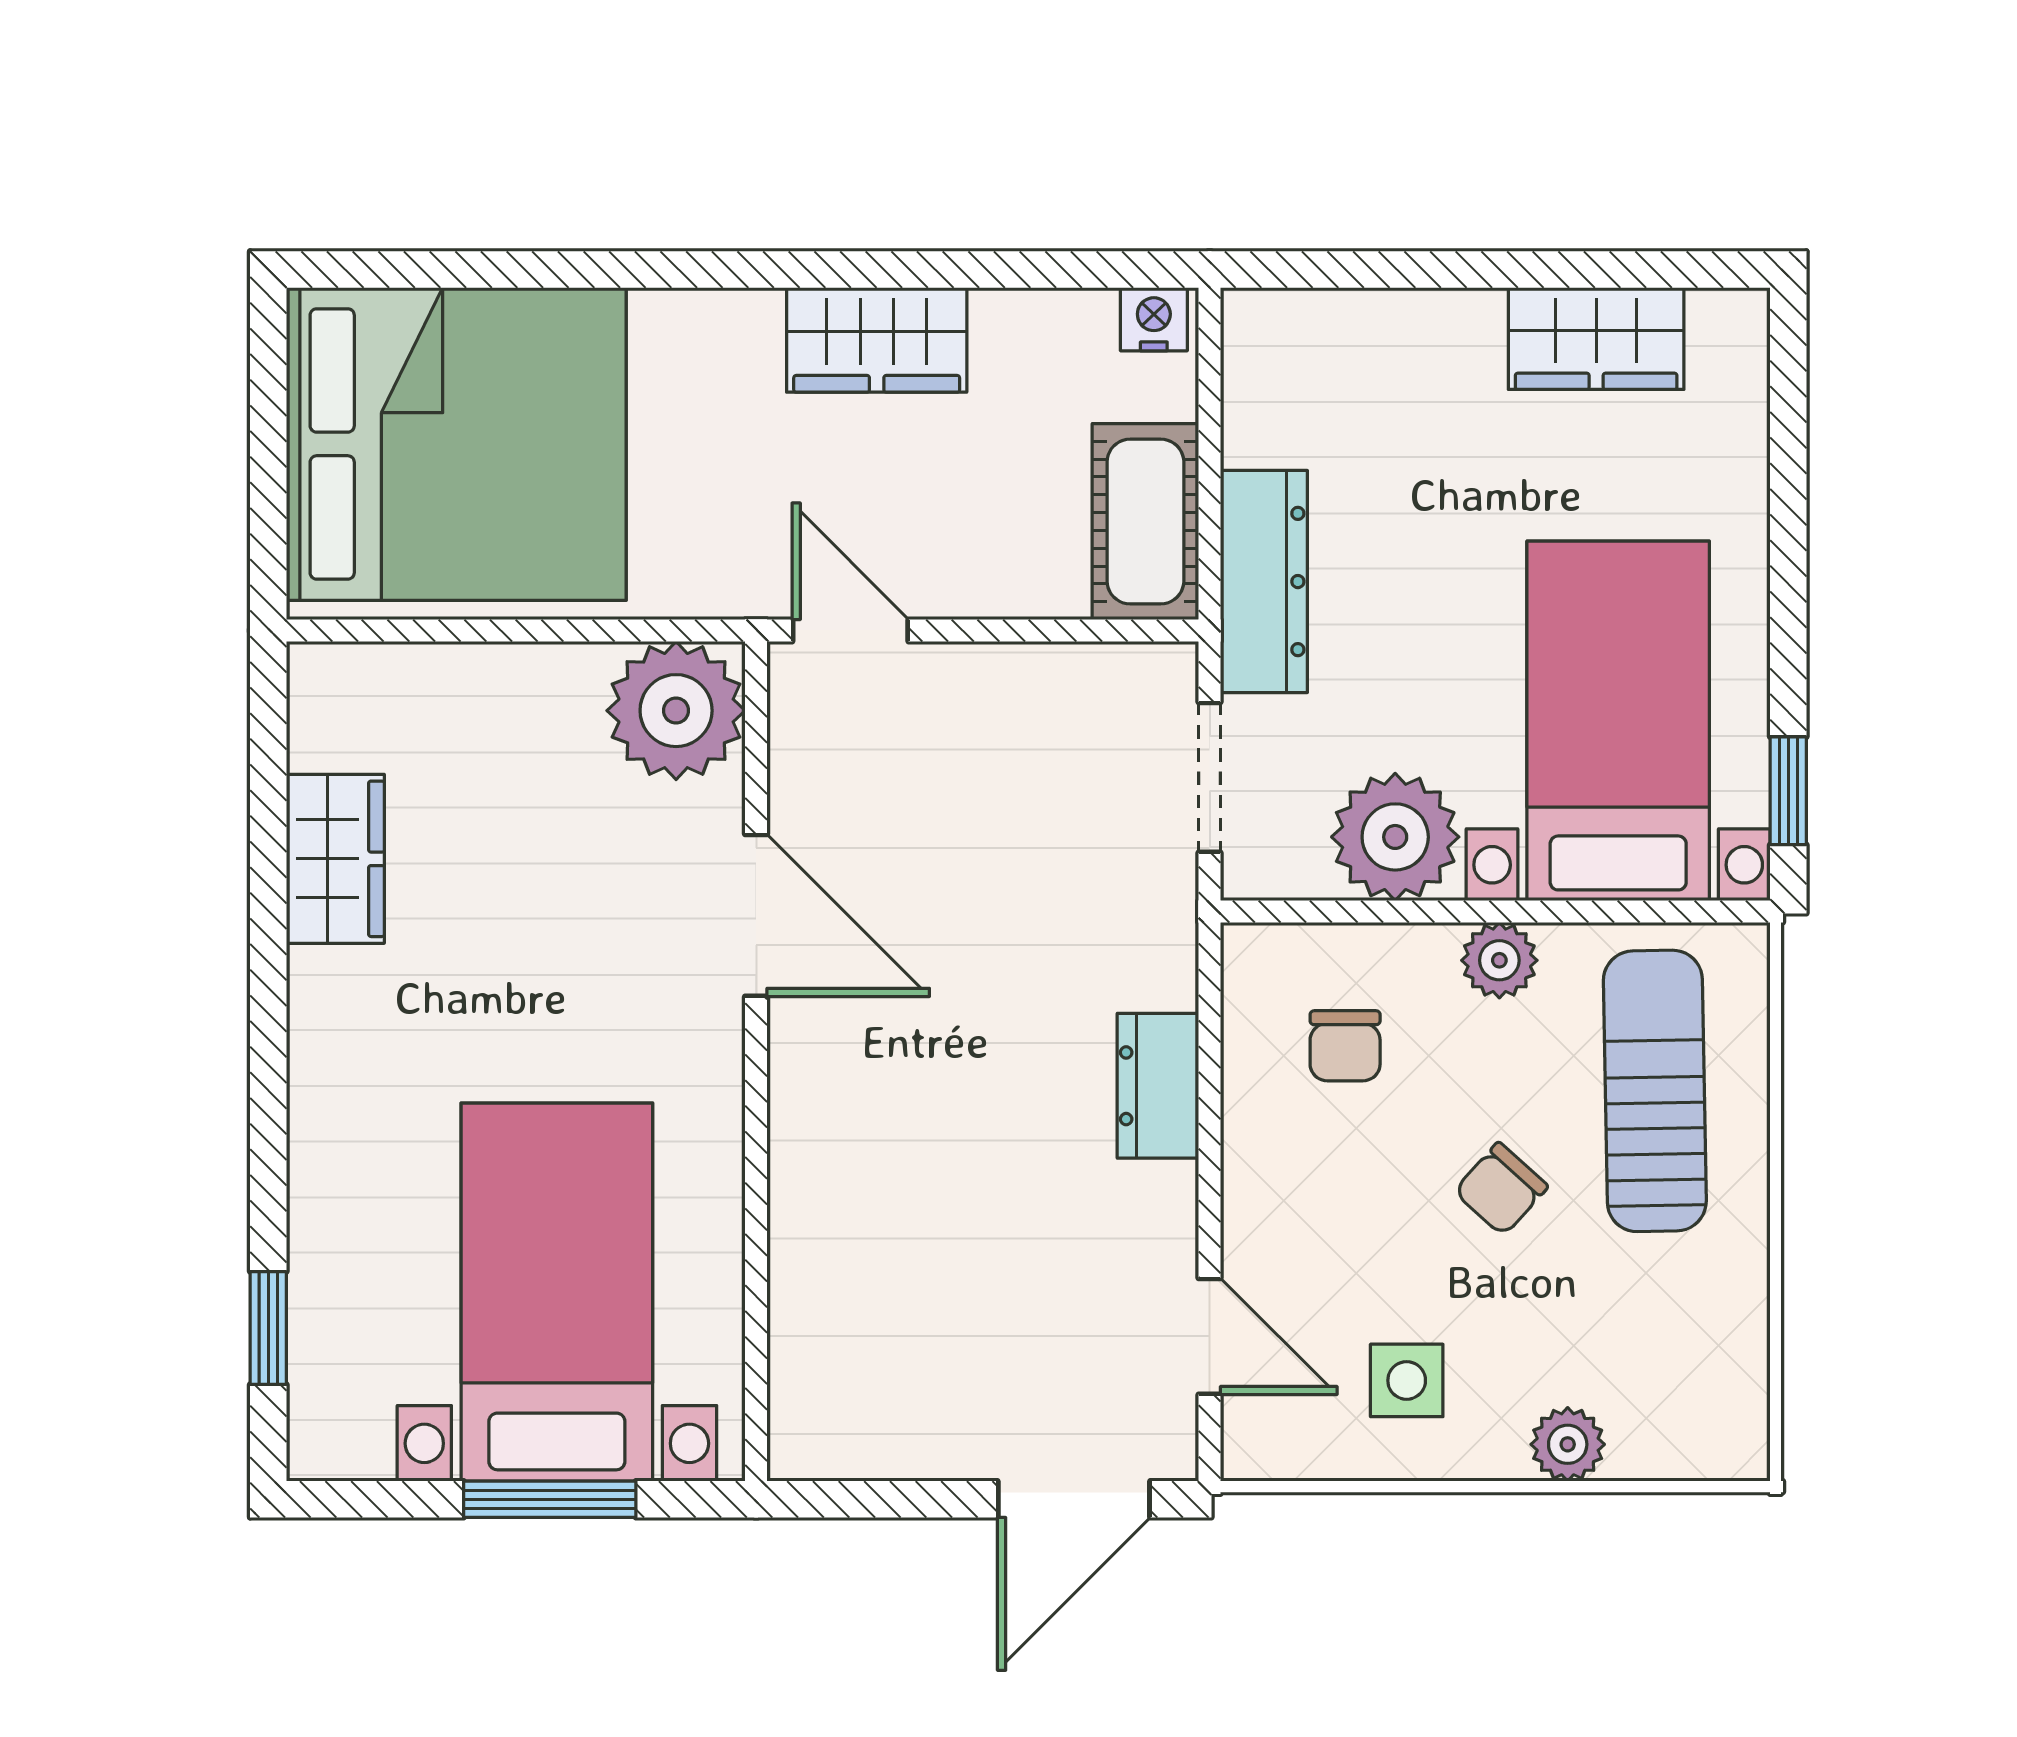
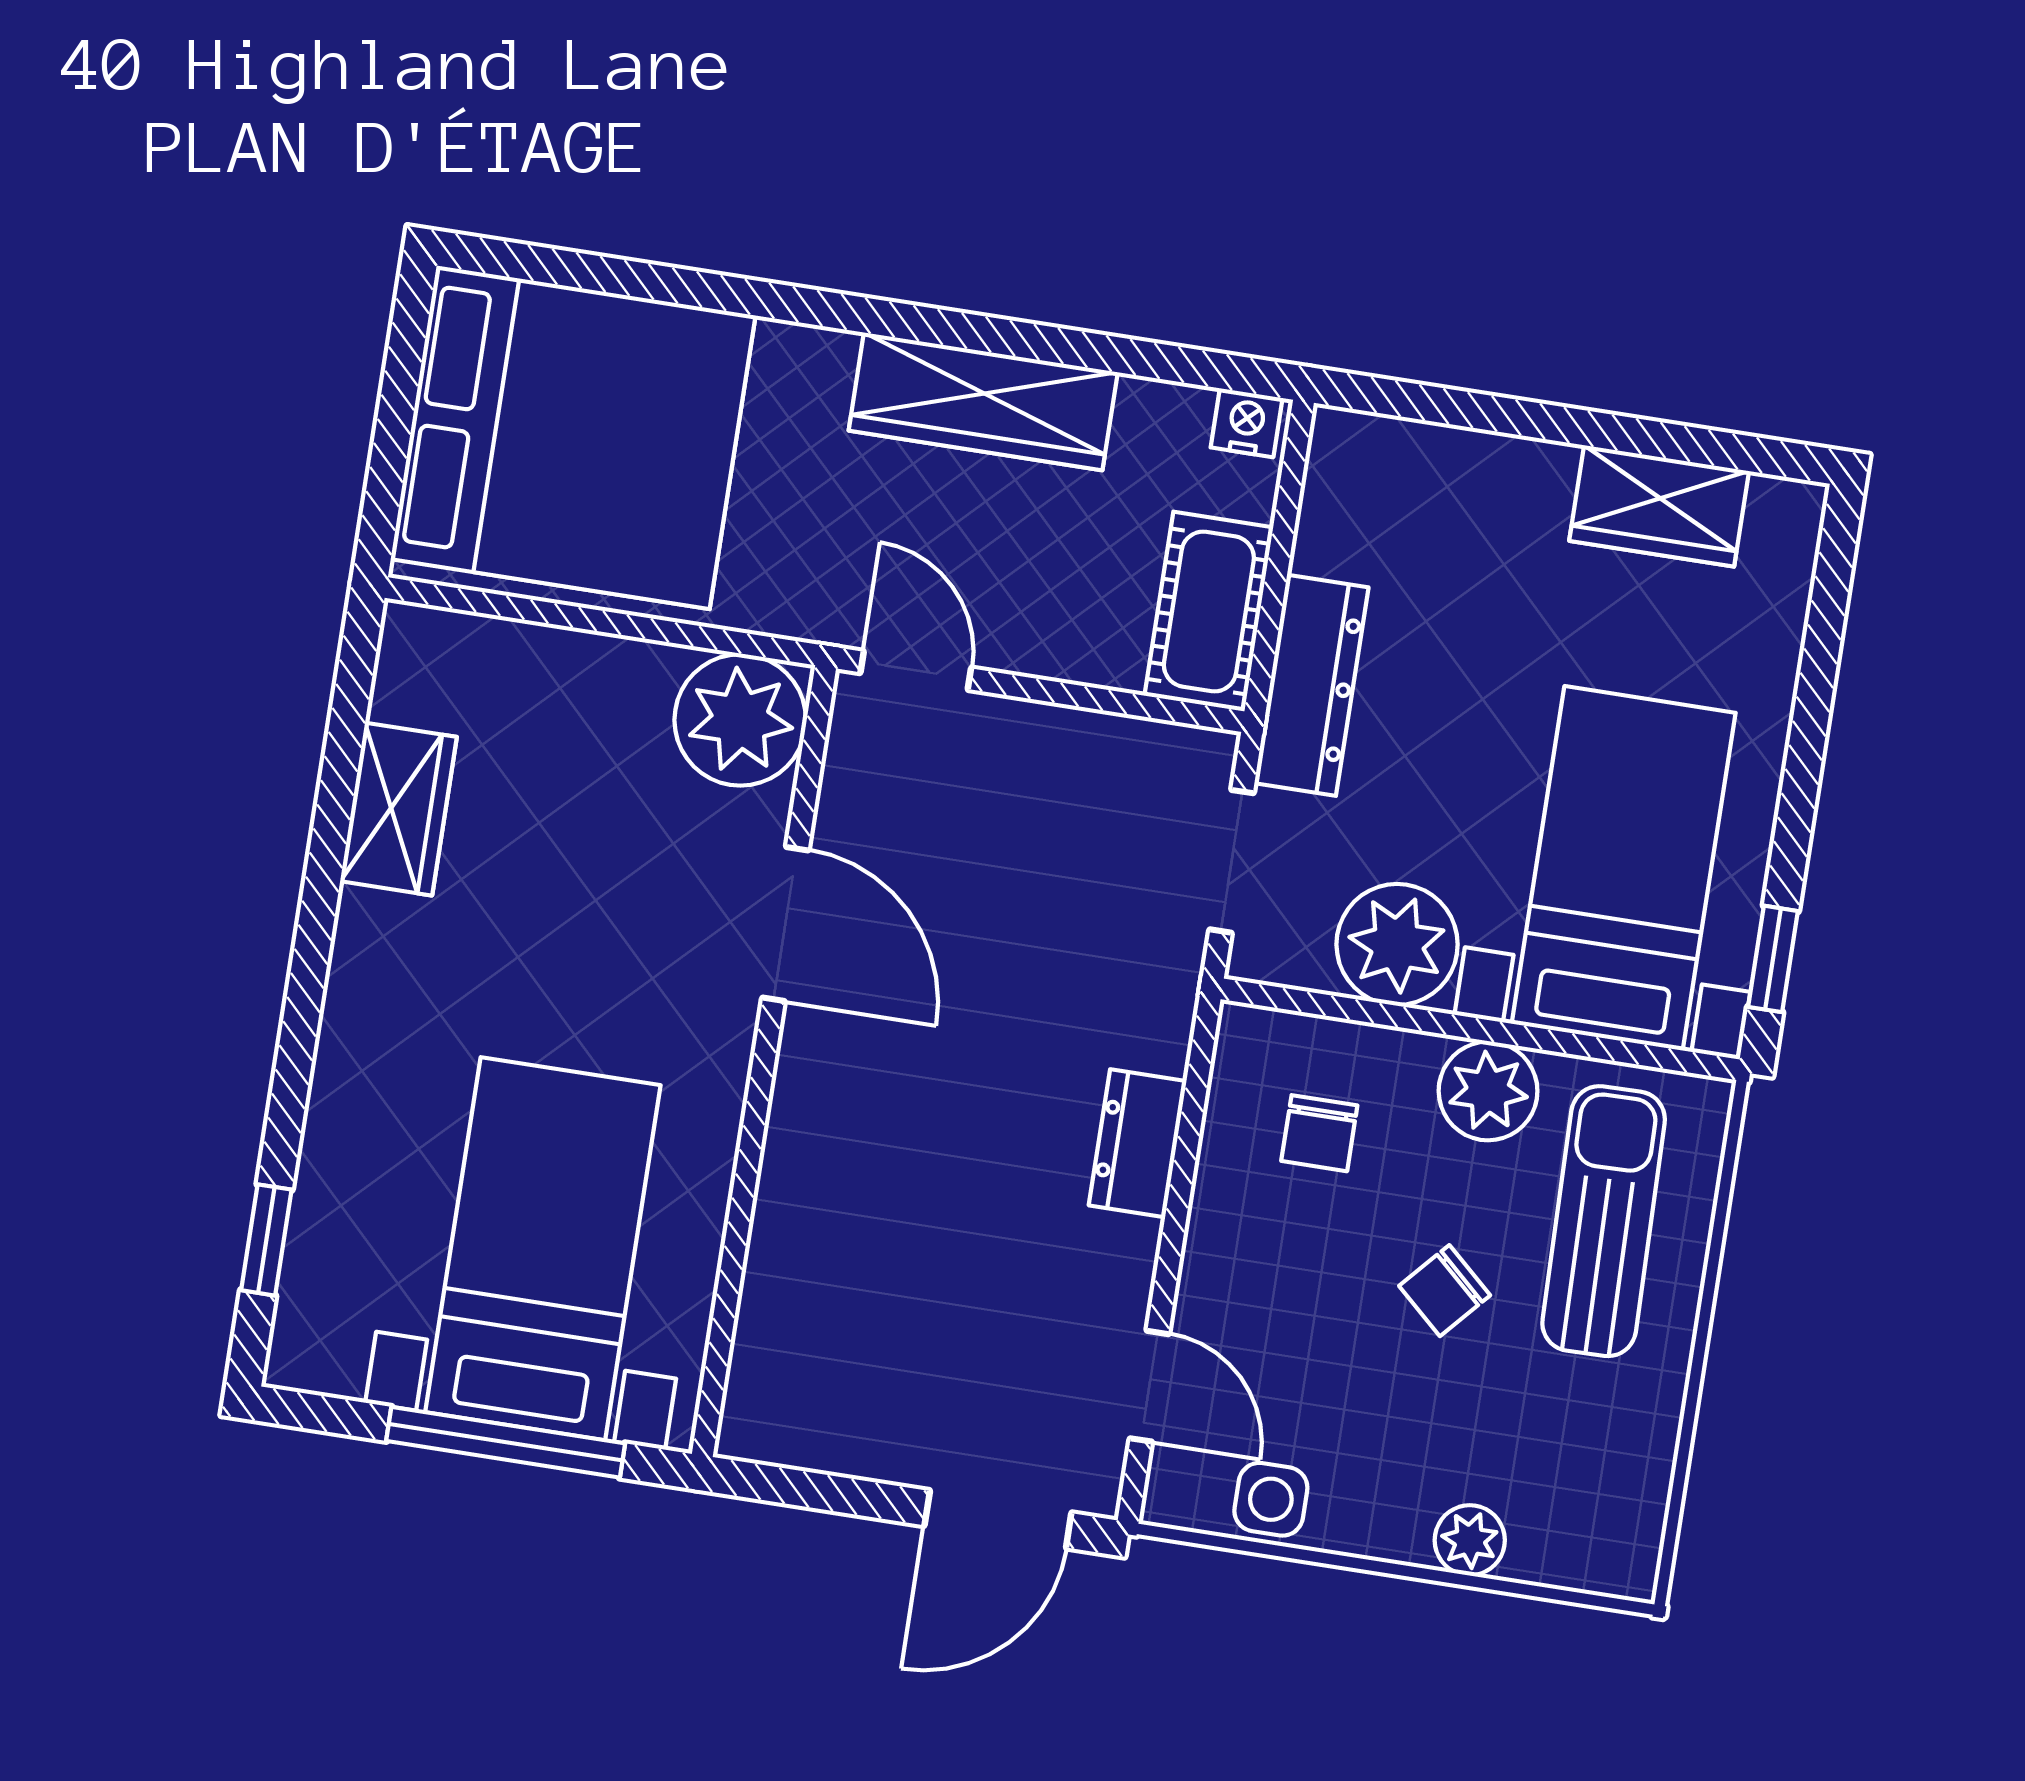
wardrobe: (877, 340) -> (983, 401), width x1.50
plant: (1499, 960) -> (1488, 1091), width x1.38, depth x1.38
side table: (1407, 1380) -> (1271, 1499), moved
window: (550, 1499) -> (506, 1442), width x1.44

